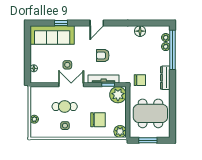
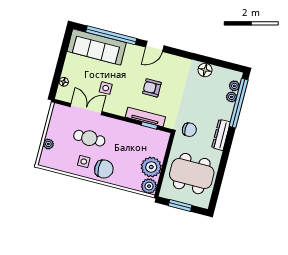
window: (61, 23) -> (111, 35), width x3.17
double door: (71, 85) -> (86, 109), moved
plant: (118, 95) -> (151, 167), moved
chair: (98, 120) -> (104, 169), moved

